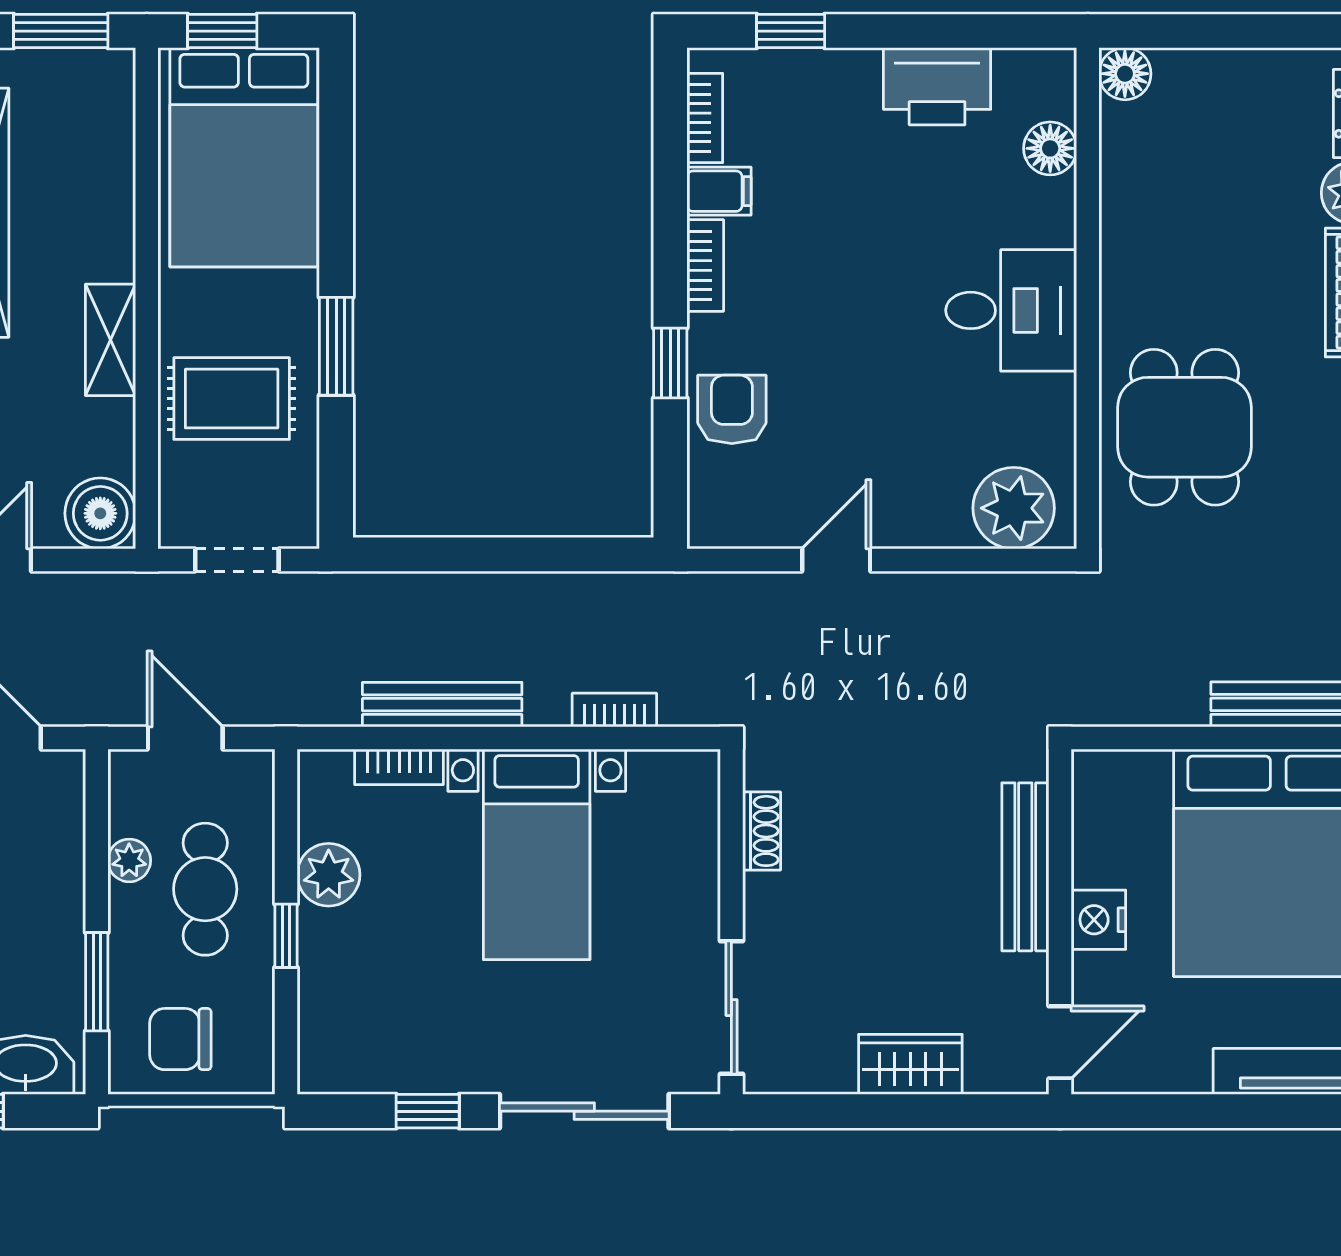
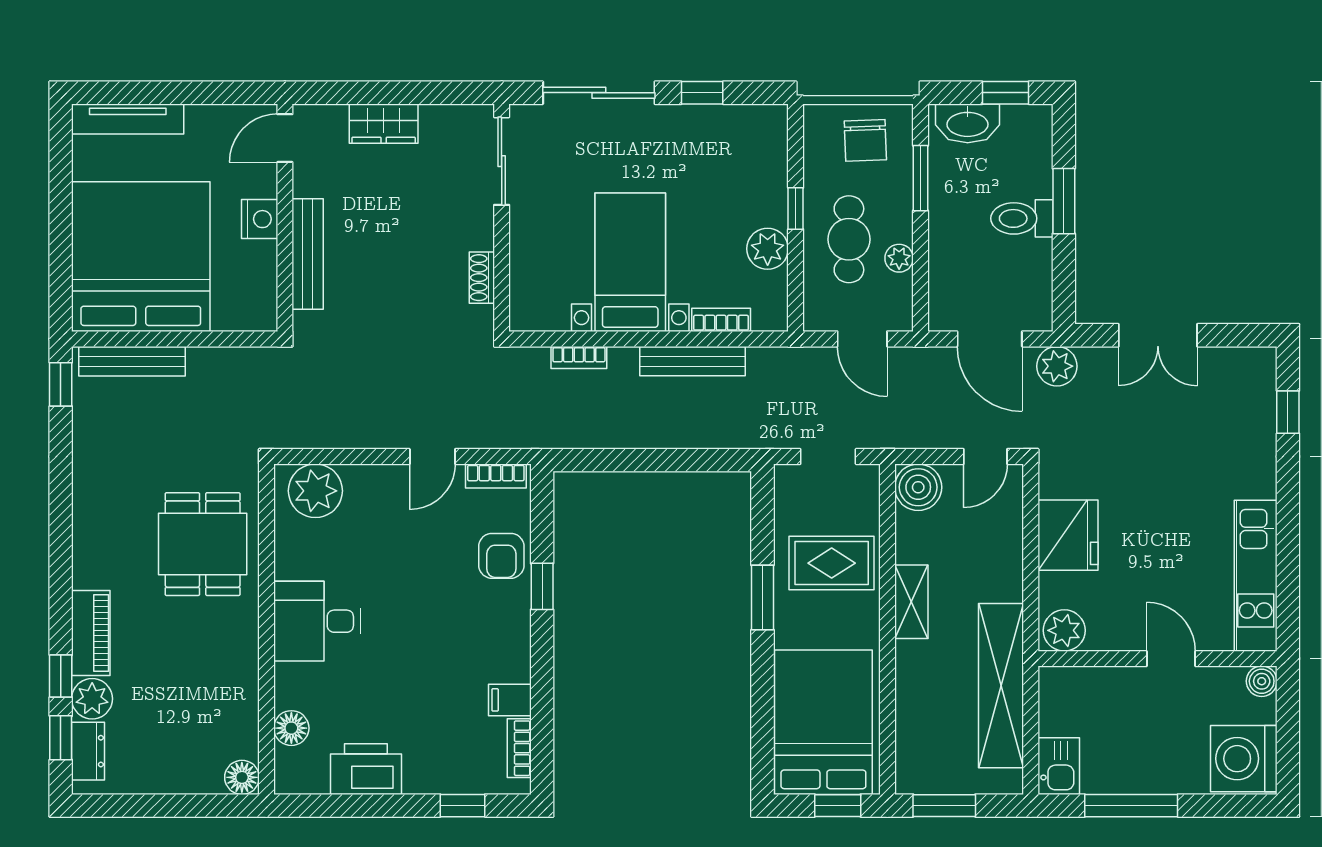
bookcase: (705, 265) -> (496, 476), moved, turned -90
chair: (180, 1039) -> (865, 140), turned 88

